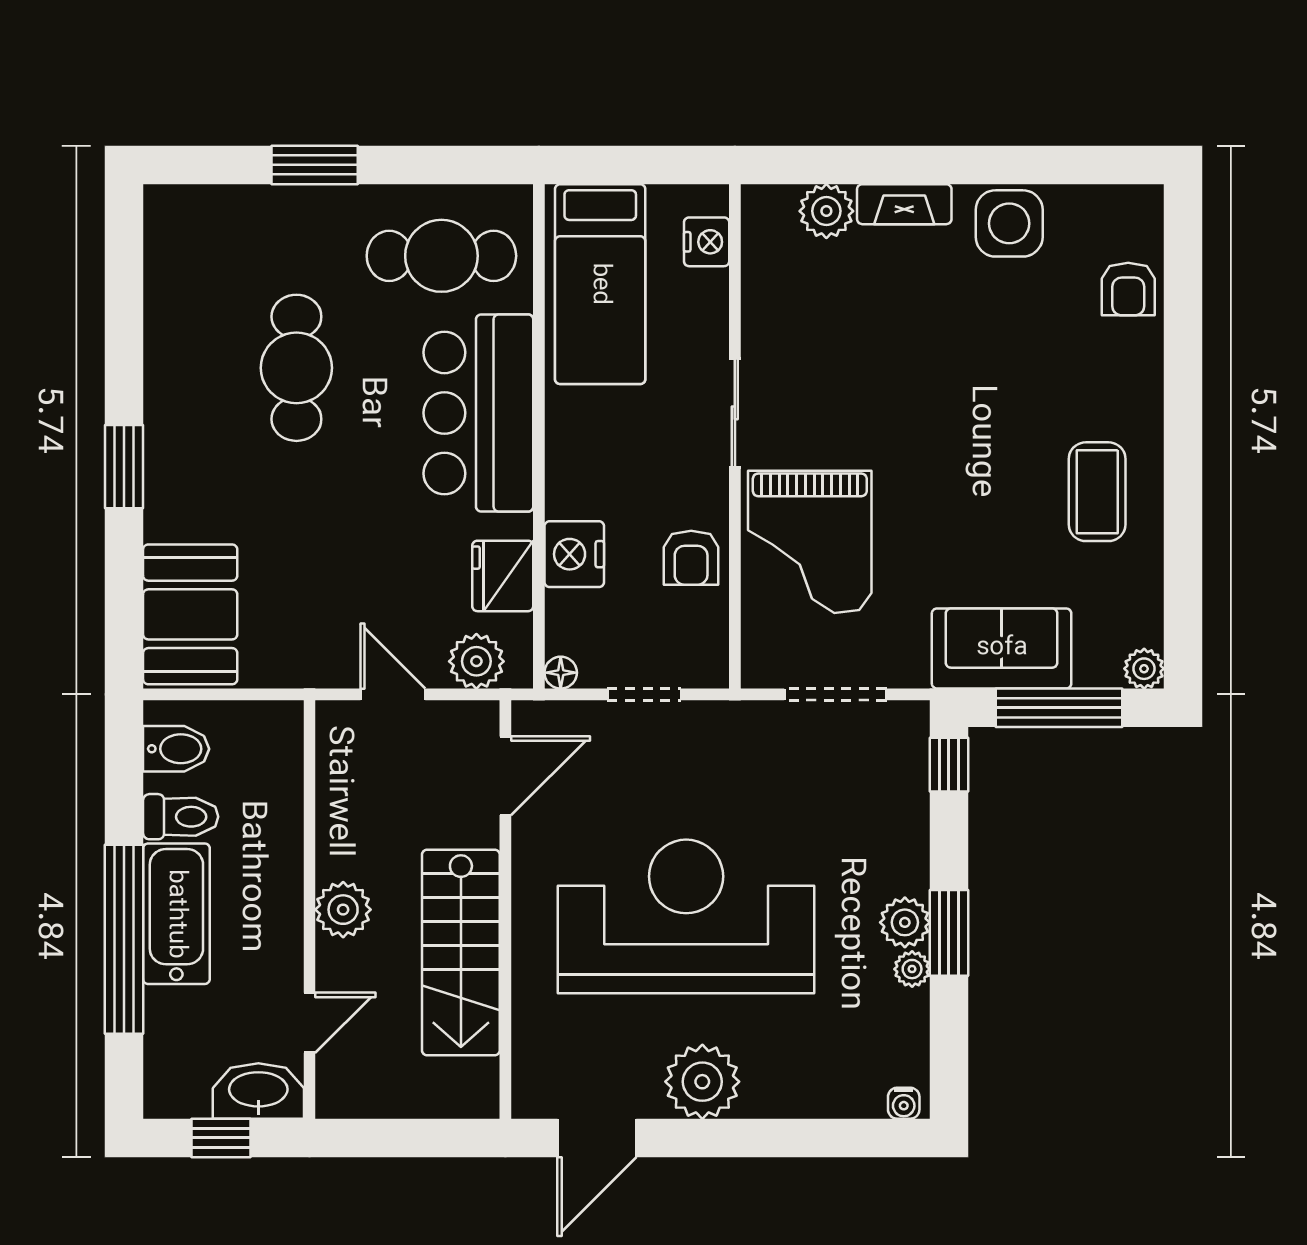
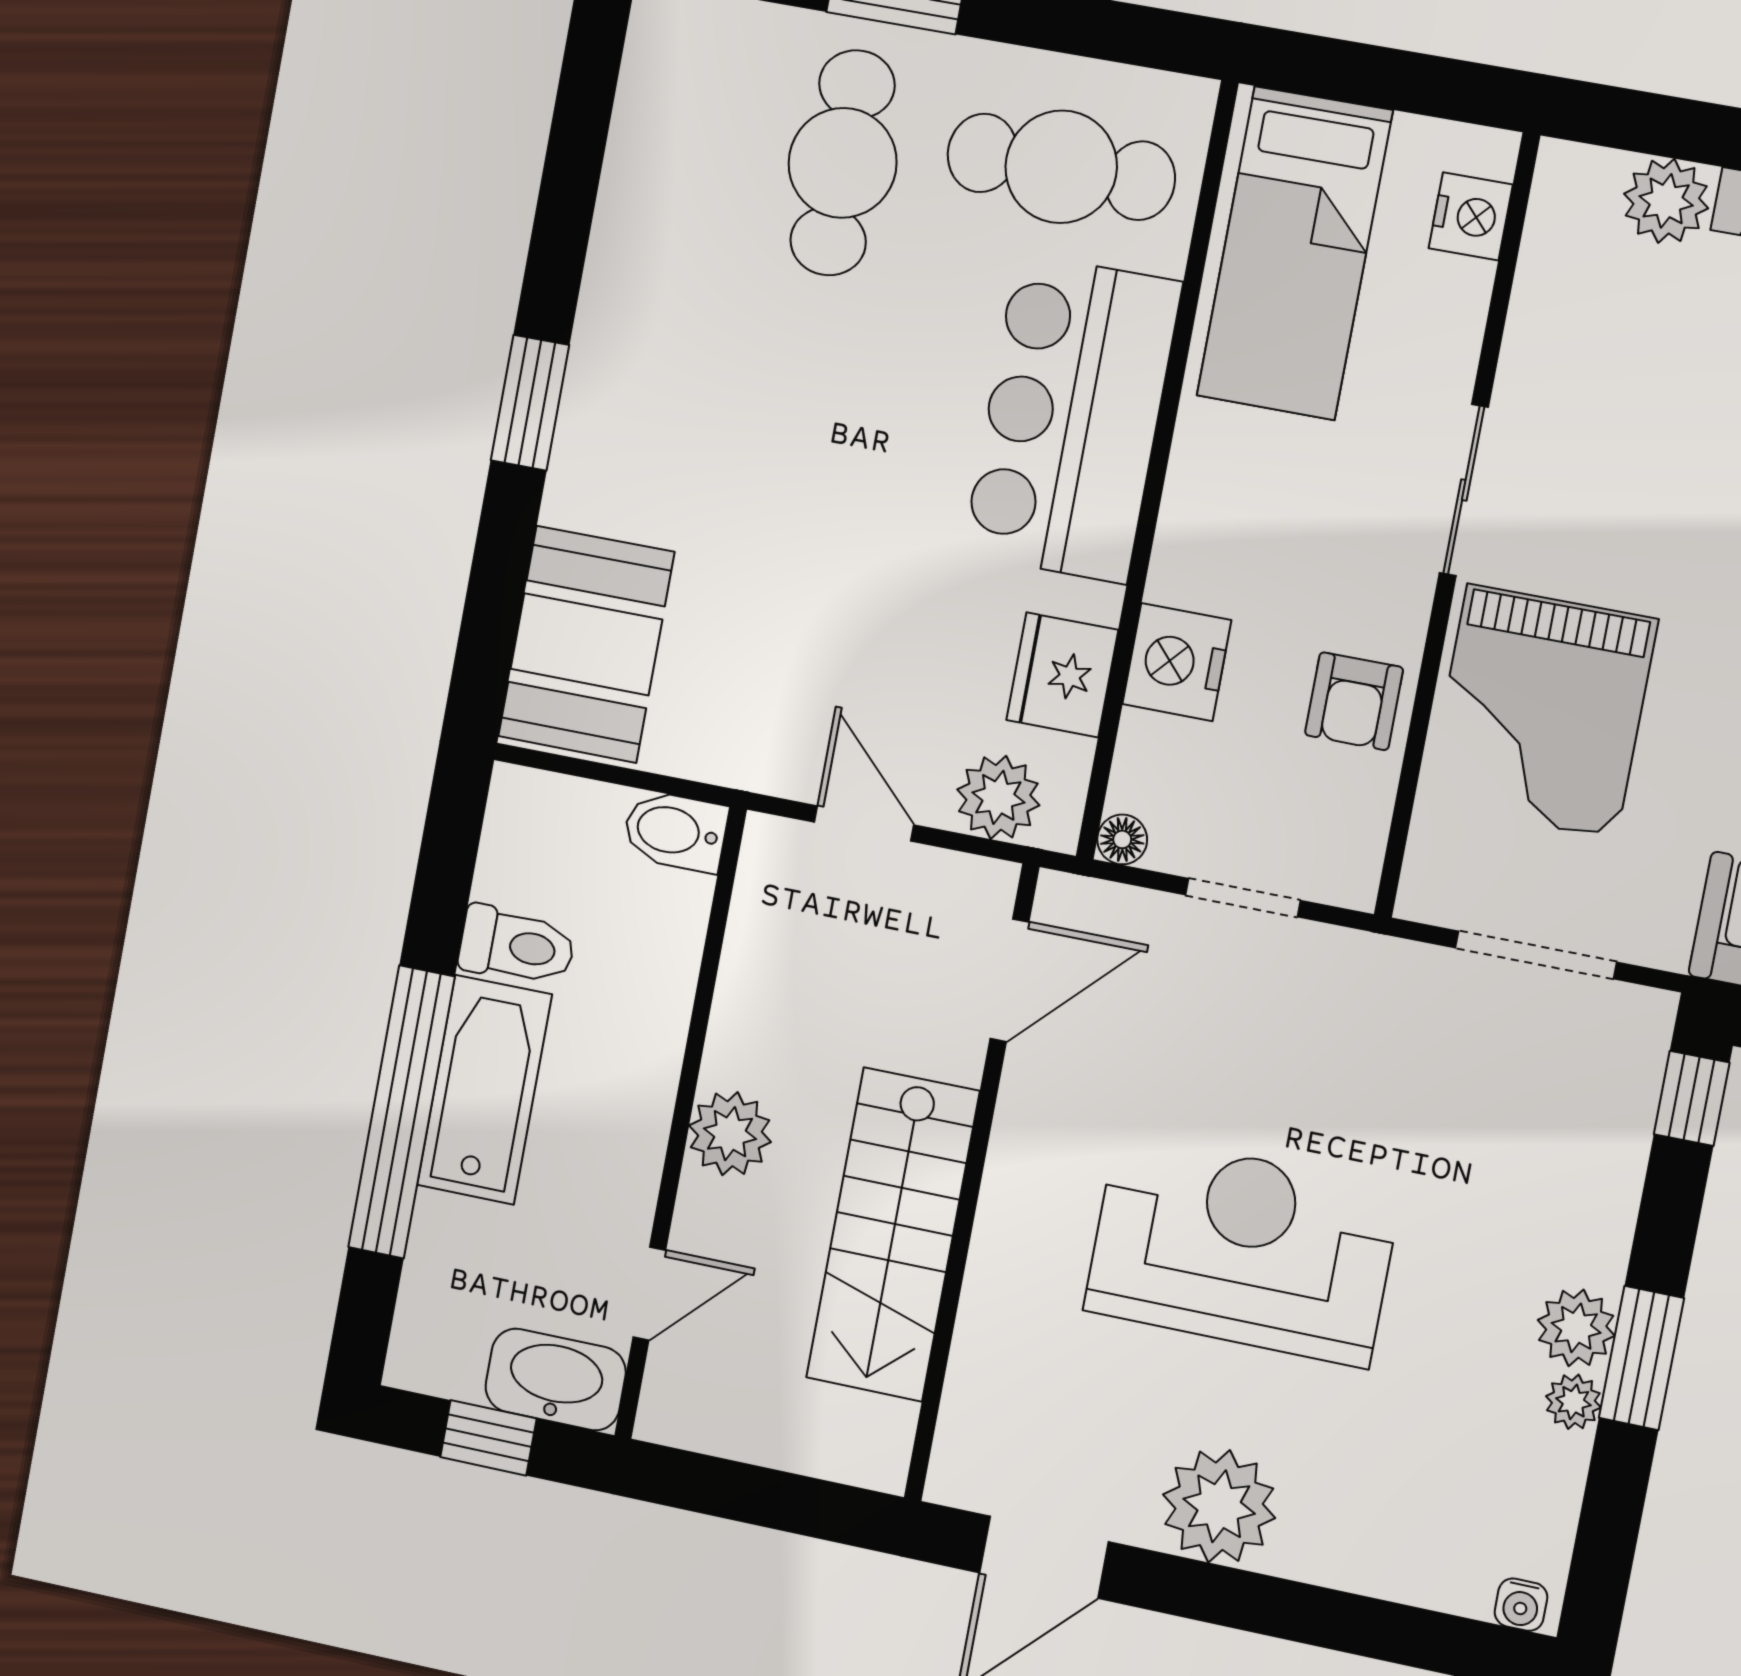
cafe table: (296, 368) -> (843, 163), moved
bidet: (176, 749) -> (675, 831), moved, turned 180
reception desk: (686, 916) -> (1242, 1250), width x0.74, depth x0.77

